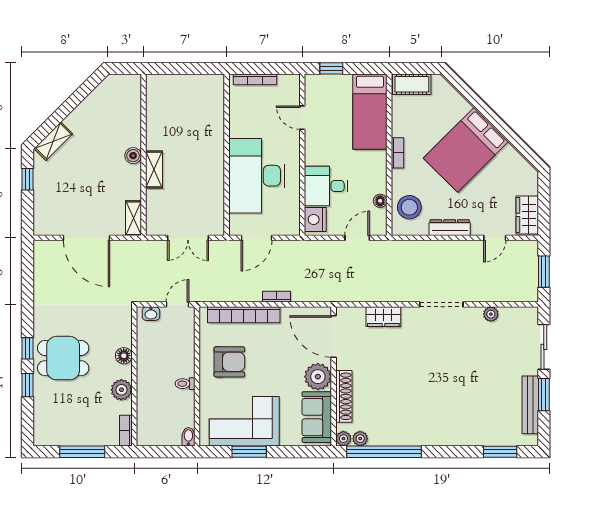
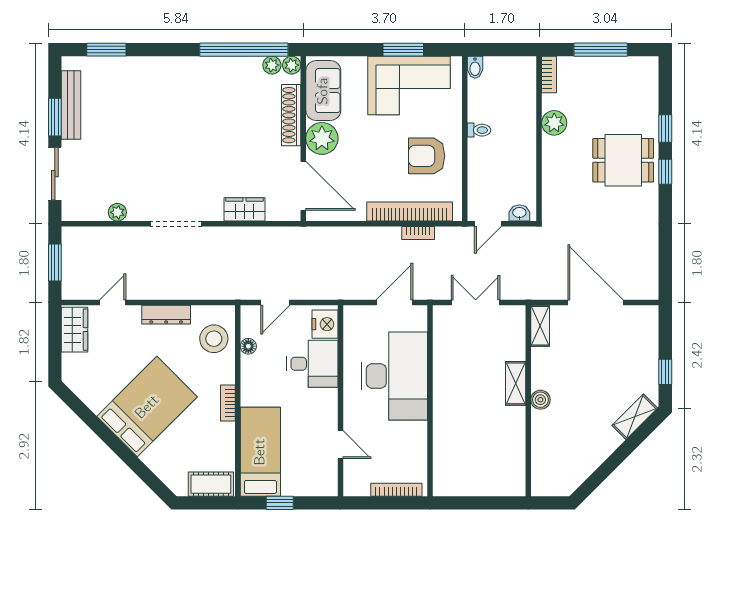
window: (331, 68) -> (280, 503), moved
bookcase: (276, 297) -> (418, 233), moved
floor lamp: (124, 356) -> (551, 163), removed

